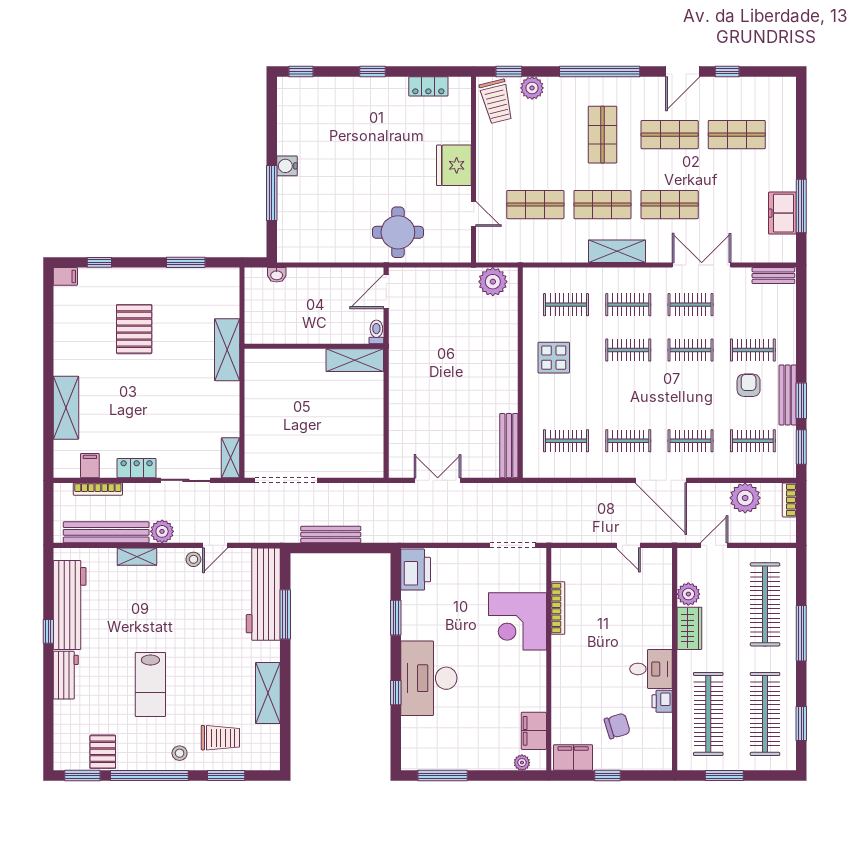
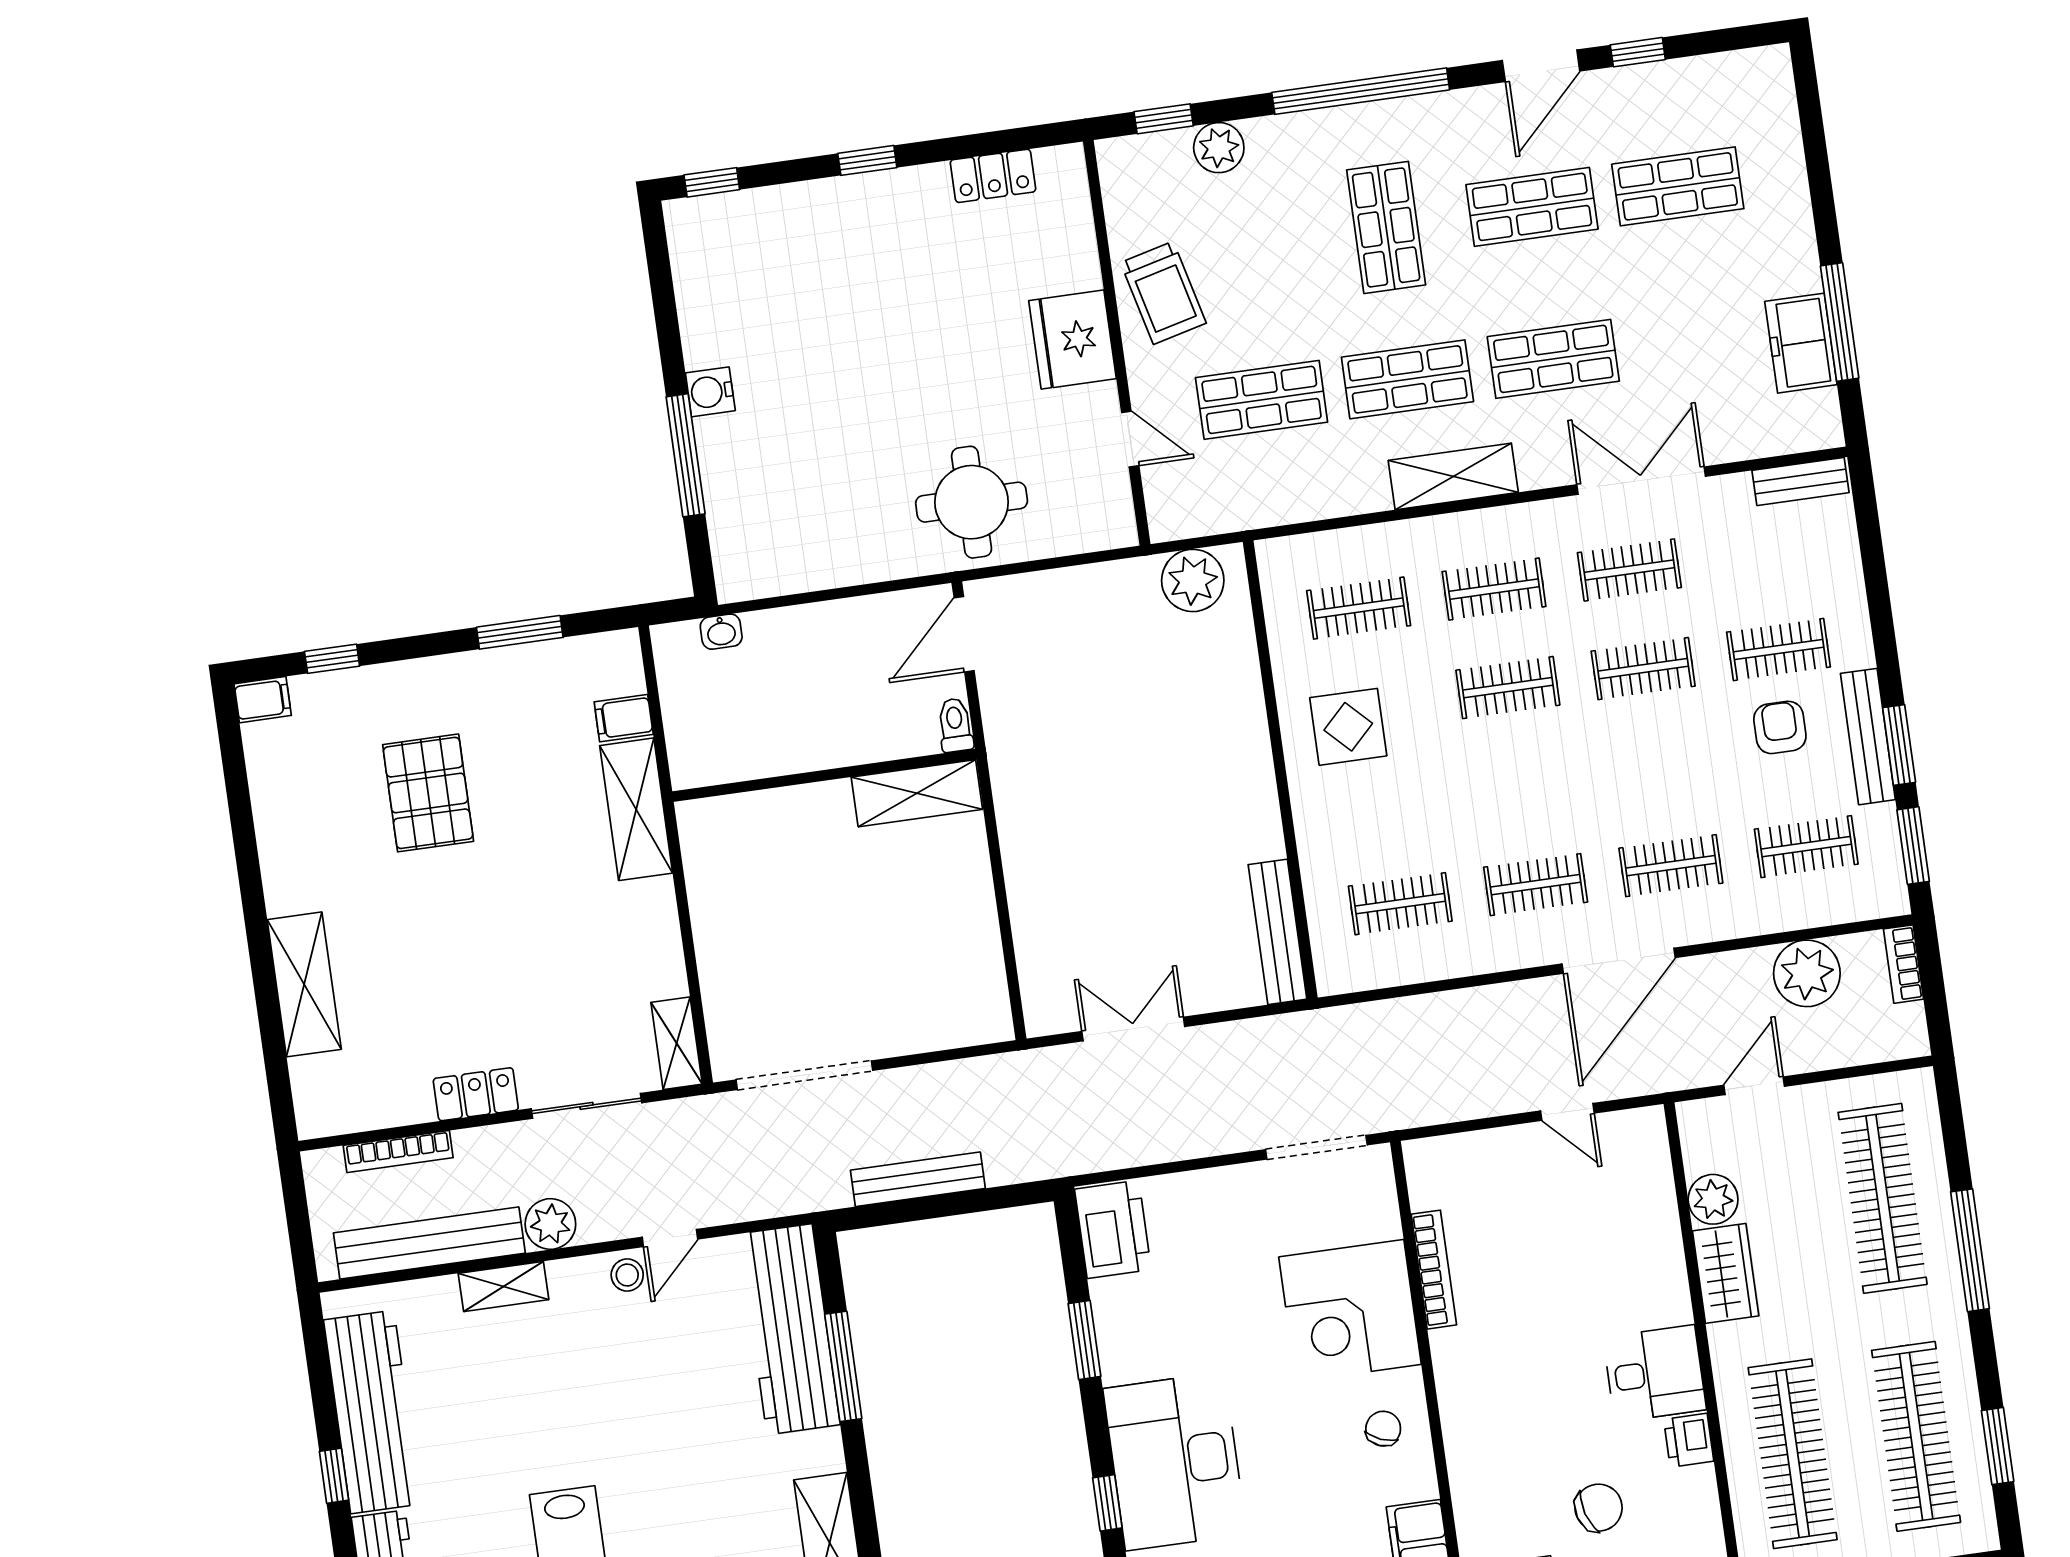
trolley: (496, 101) -> (1163, 293), moved
filing cabinet: (90, 466) -> (624, 718), moved, turned -90
door: (661, 480) -> (1619, 961), hinge flipped
chair: (525, 677) -> (1383, 1429), added

